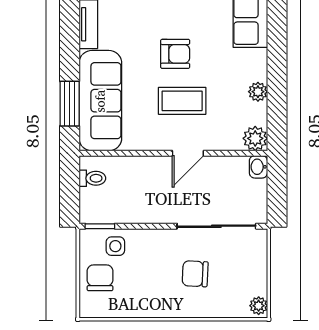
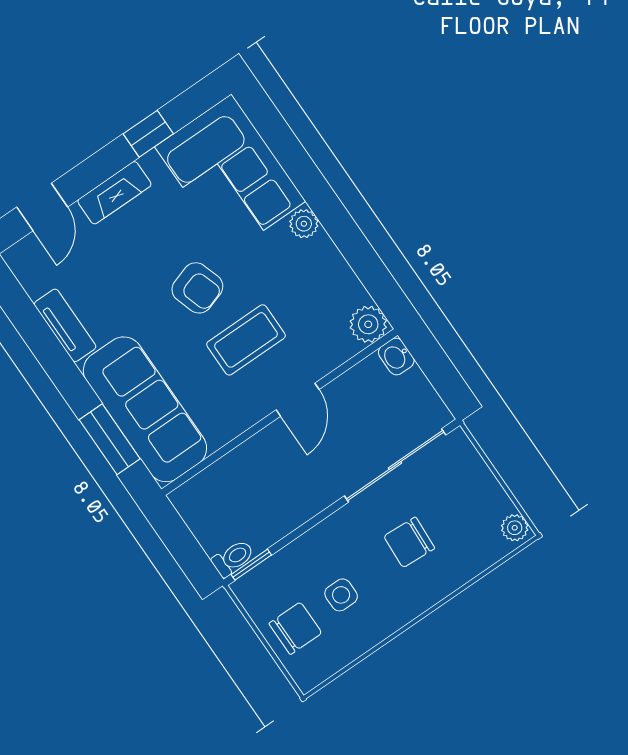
armchair: (175, 54) -> (197, 288), turned 72
plant: (258, 92) -> (304, 224), moved
toilet: (92, 178) -> (233, 558), moved
side table: (115, 246) -> (341, 595), moved
chair: (100, 278) -> (295, 628), turned 90

